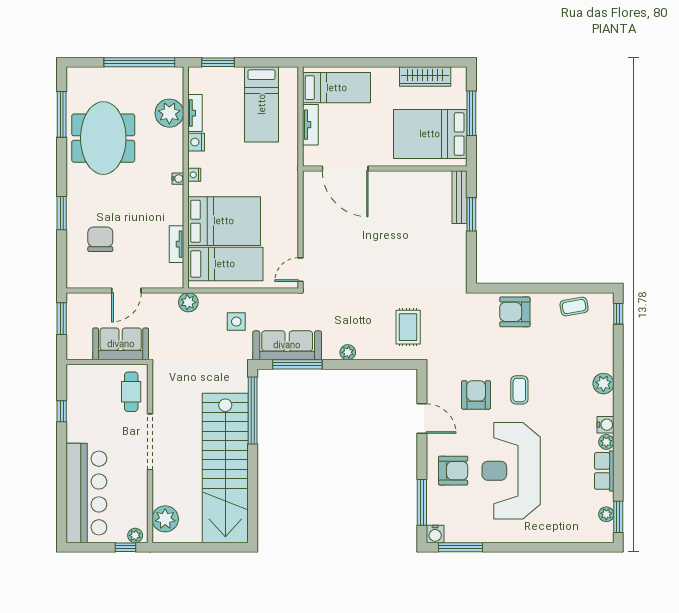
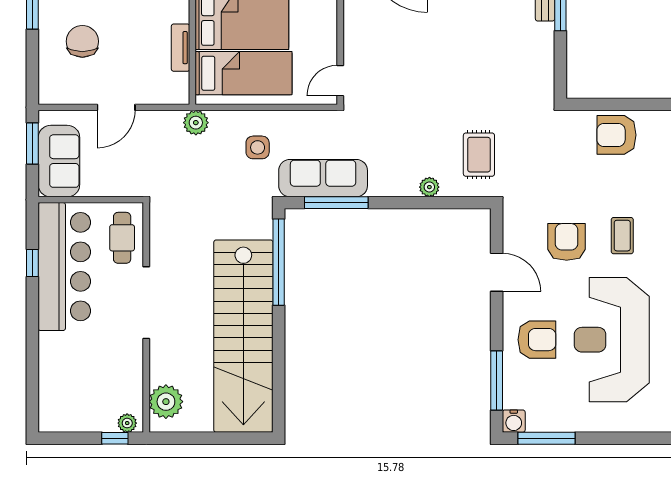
sofa: (121, 344) -> (59, 161), moved, turned 90
plant: (348, 352) -> (429, 187), moved
bar counter: (86, 493) -> (64, 267), moved

